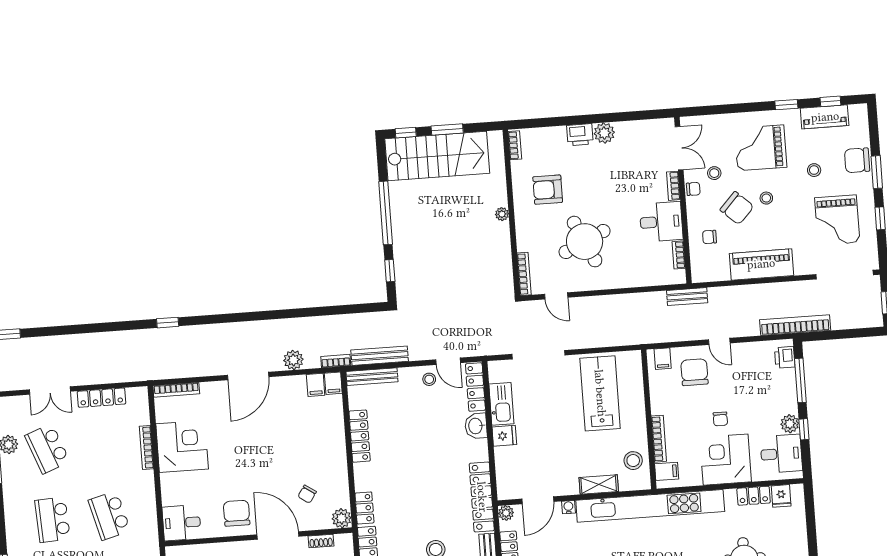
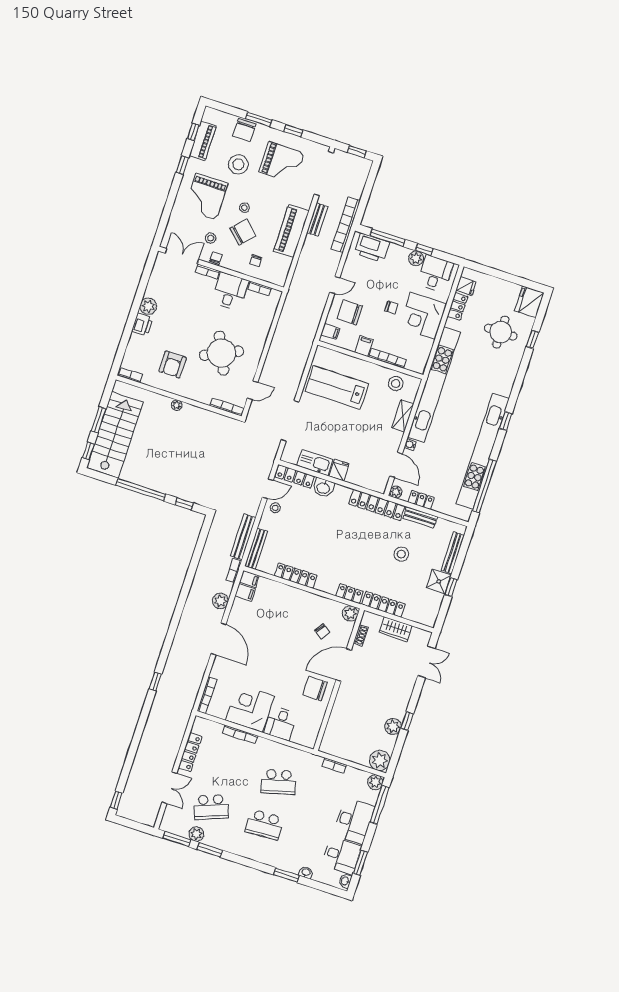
stool: (814, 170) -> (238, 164), width x1.89, depth x1.89
bench: (687, 297) -> (317, 220), moved
printer: (785, 357) -> (372, 248), width x1.87, depth x1.48
filing cabinet: (667, 471) -> (364, 346), moved
desk: (182, 523) -> (281, 723), moved

